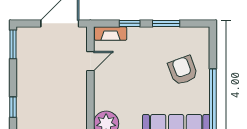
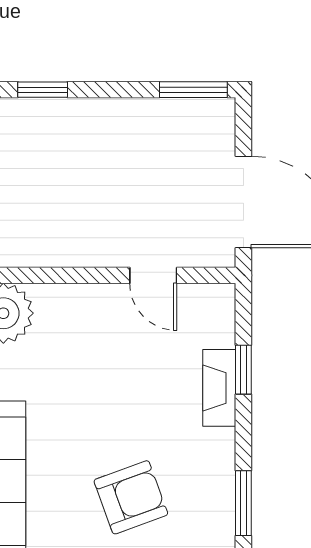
window: (166, 23) -> (243, 503), moved
fireplace: (111, 34) -> (219, 388), moved

